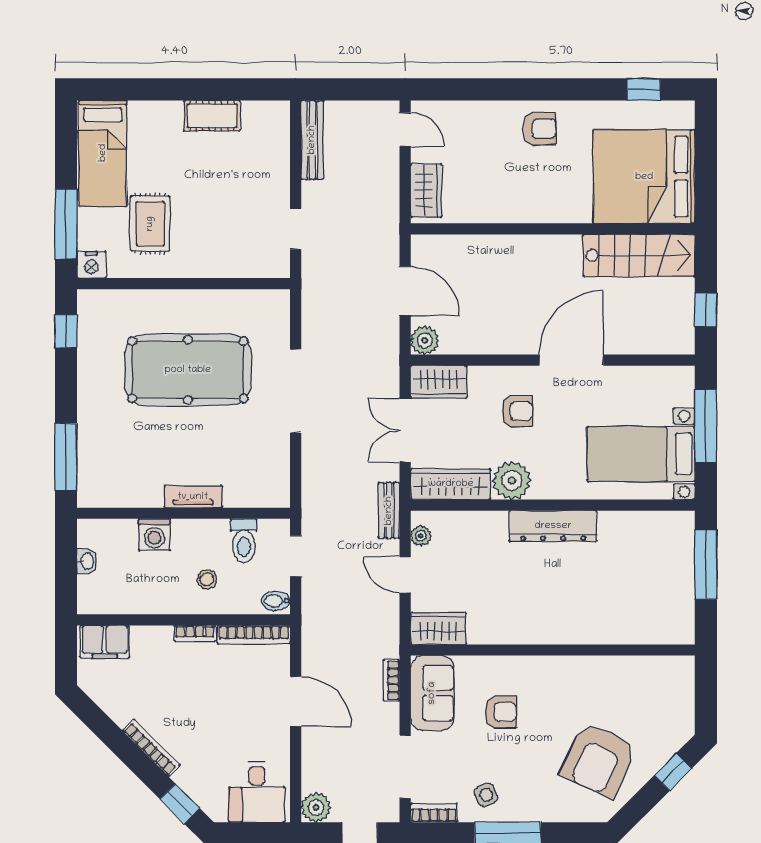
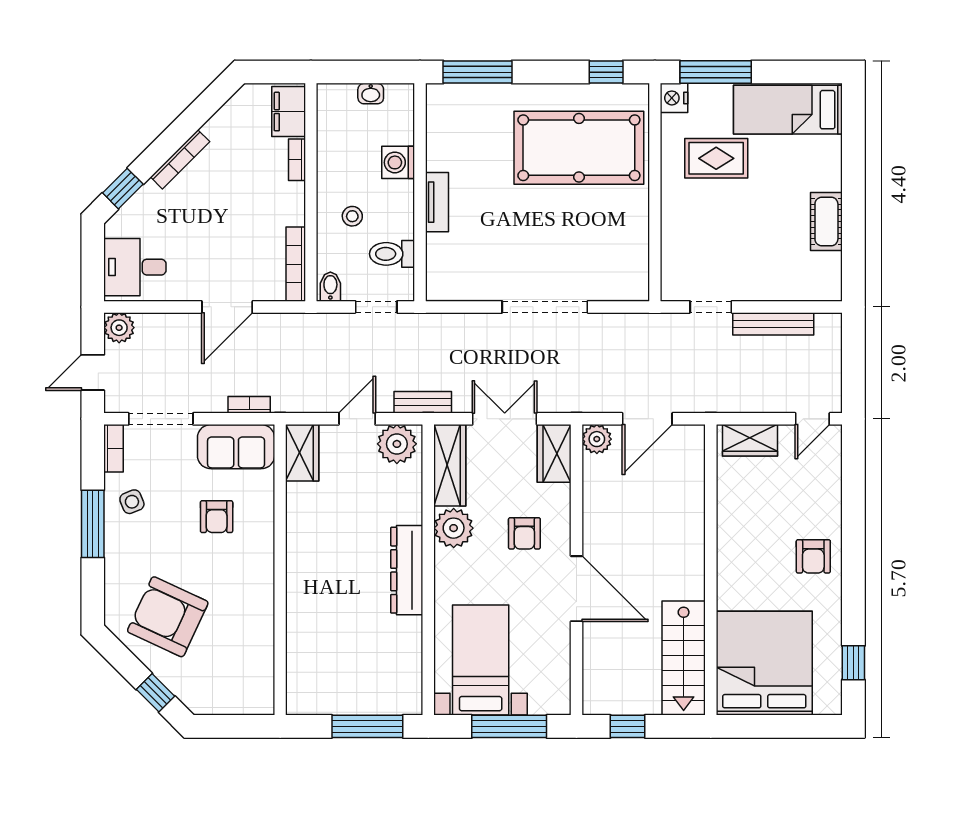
bench: (312, 140) -> (773, 324), moved
pool table: (188, 370) -> (579, 148), moved, turned 90
plant: (421, 536) -> (397, 444), width x1.88, depth x1.88
bookcase: (195, 634) -> (297, 160), moved

